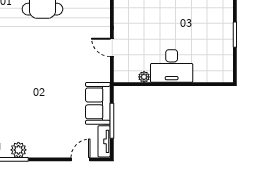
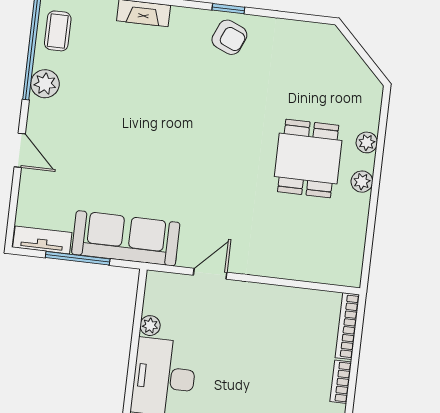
sofa: (98, 103) -> (126, 238), width x1.36
door: (80, 159) -> (20, 150), moved

